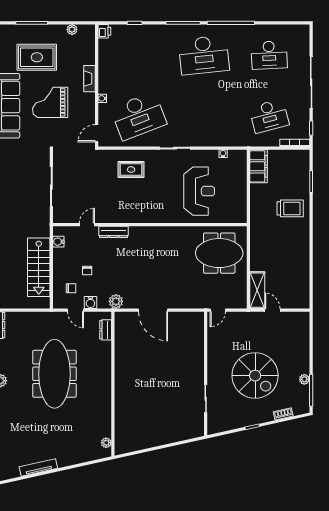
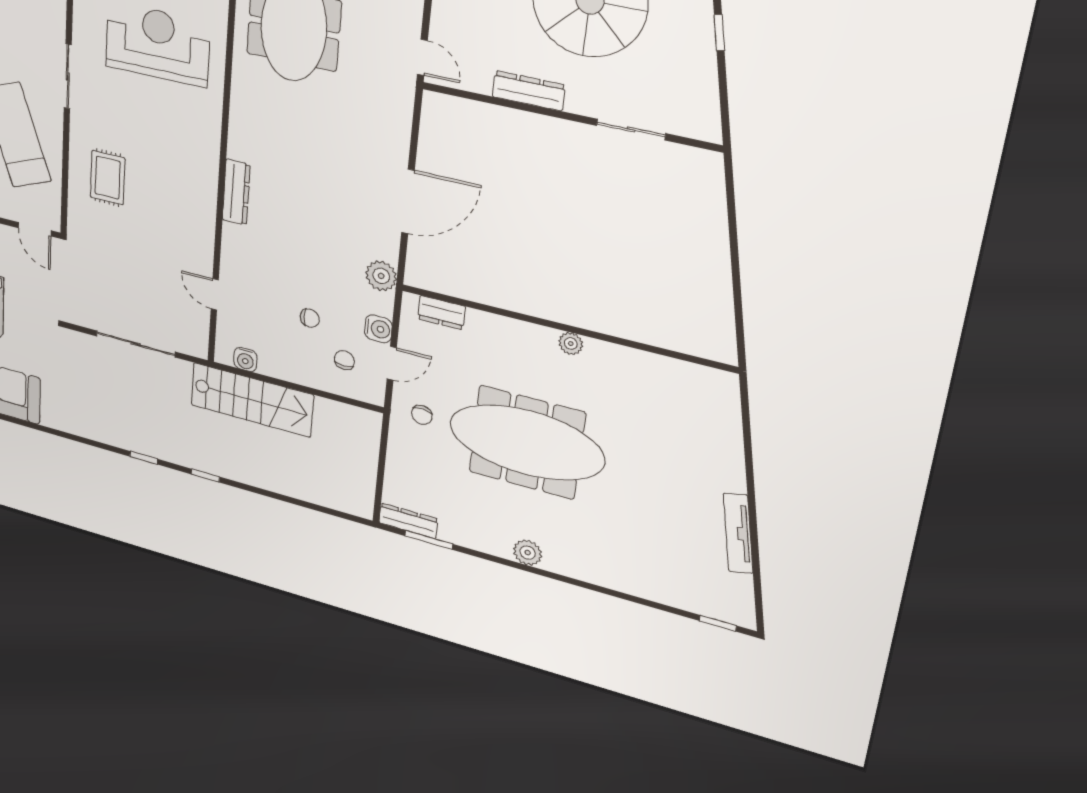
dresser: (114, 232) -> (236, 192), moved
stairs: (39, 267) -> (252, 400), moved
chair: (54, 326) -> (422, 415), added
dresser: (213, 356) -> (529, 91), added
plant: (106, 443) -> (571, 344), moved

